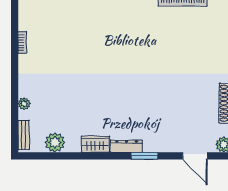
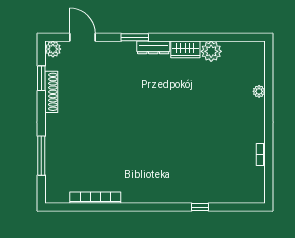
bench: (24, 135) -> (259, 59), removed
plant: (55, 142) -> (211, 51), moved

